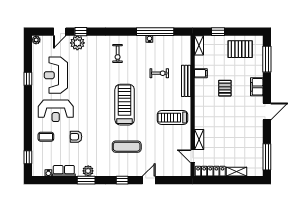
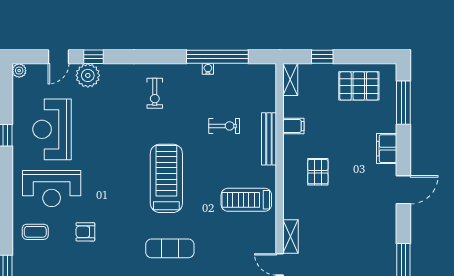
pallet: (225, 88) -> (318, 172), moved

